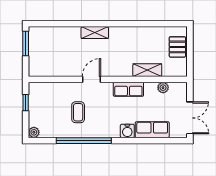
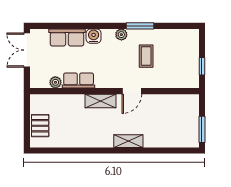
shelving: (147, 70) -> (100, 101), moved
row of seats: (128, 89) -> (79, 80), moved
plant: (34, 132) -> (121, 35), moved
window: (84, 141) -> (140, 26), width x0.47

